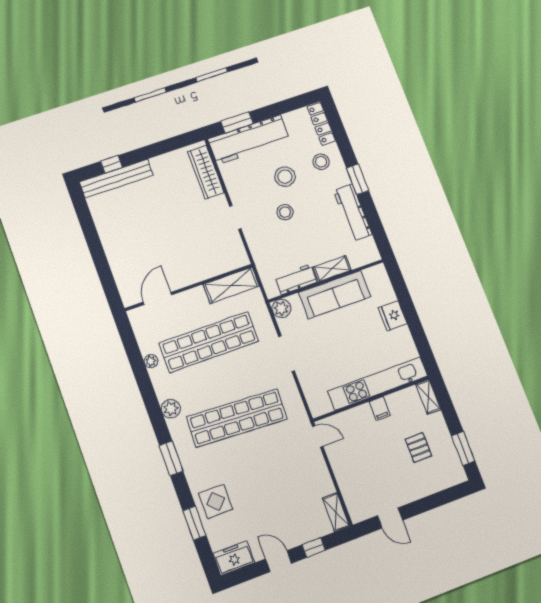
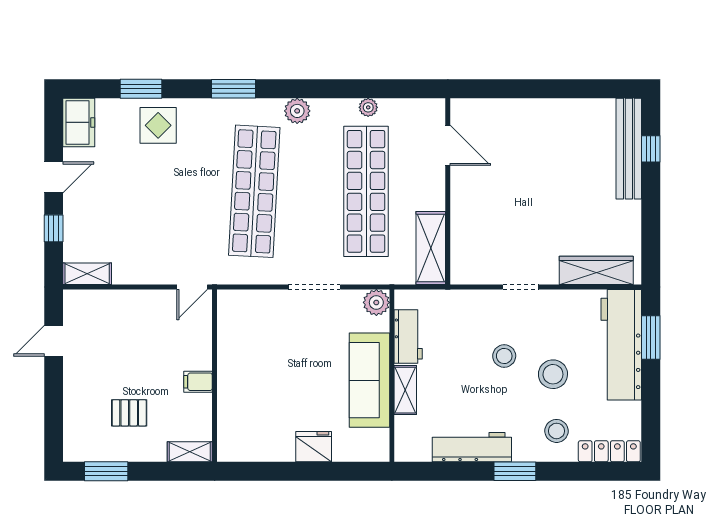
kitchen unit: (378, 384) -> (231, 392), removed

